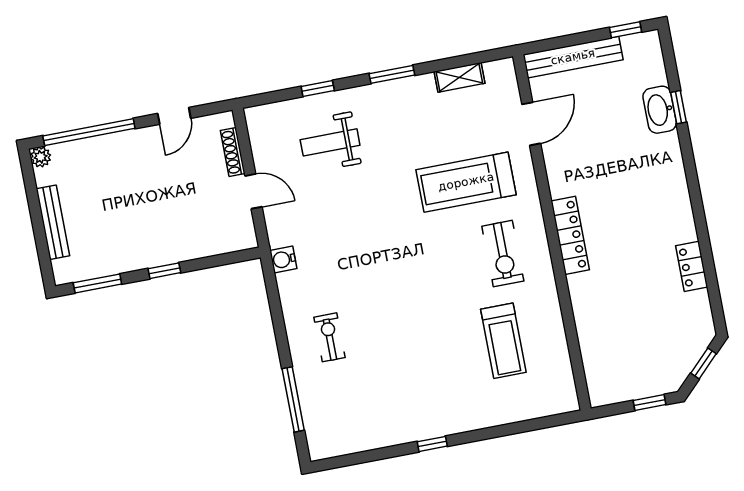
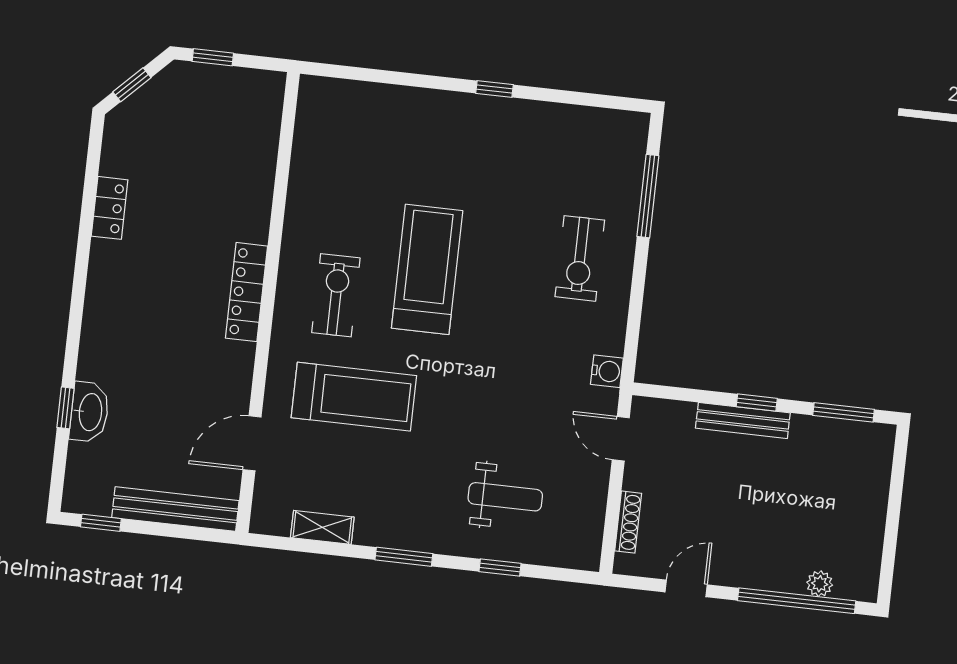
plant: (41, 157) -> (820, 584), moved
door: (253, 191) -> (621, 439), moved
bench: (53, 222) -> (743, 420), moved, turned 90
exercise bike: (330, 337) -> (580, 258), width x1.38, depth x1.39
treadmill: (503, 341) -> (427, 269), moved, width x1.37, depth x1.38

